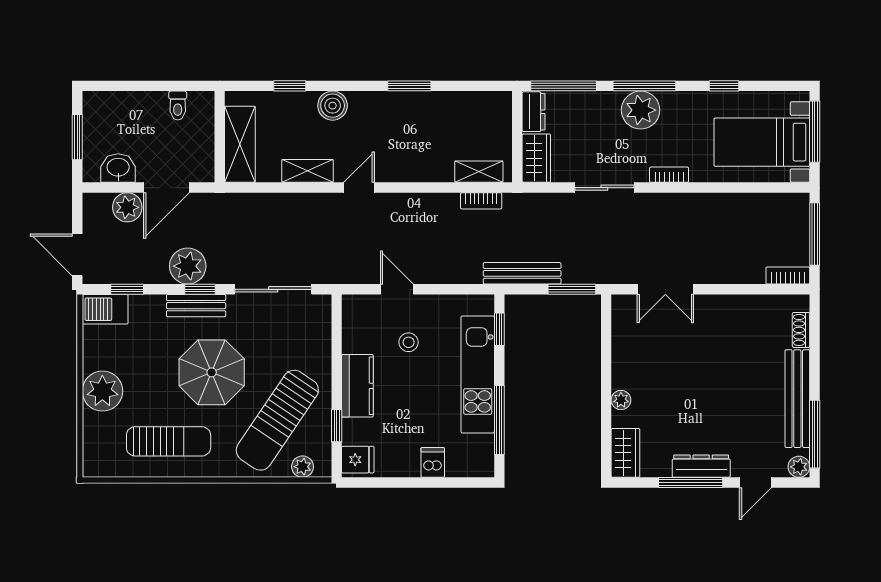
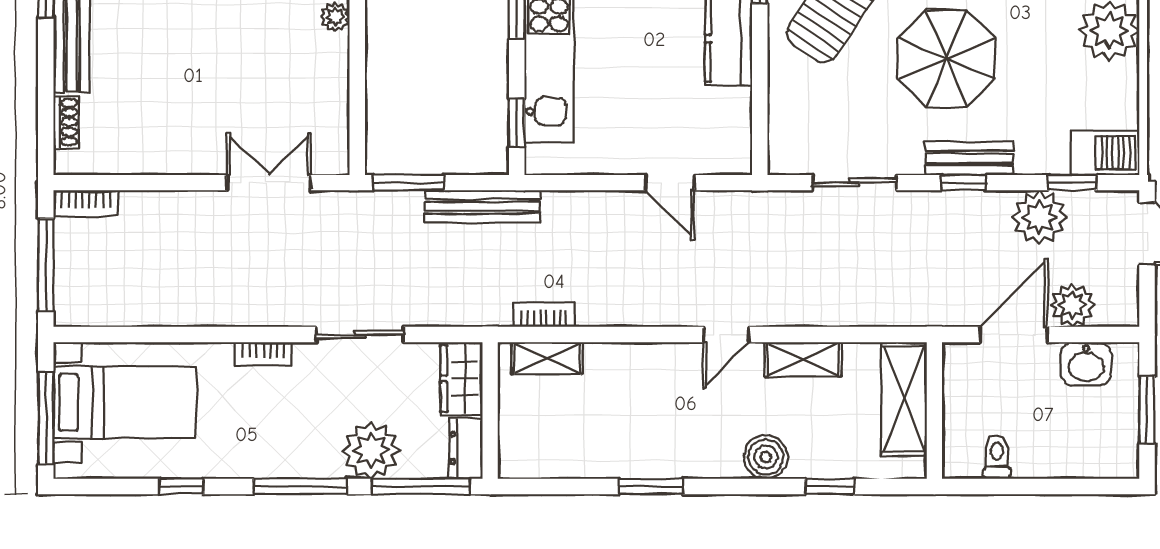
plant: (641, 110) -> (371, 450), moved
plant: (188, 266) -> (1039, 217), moved
sliding door: (273, 289) -> (854, 183), width x0.73
stool: (409, 342) -> (652, 104), removed

